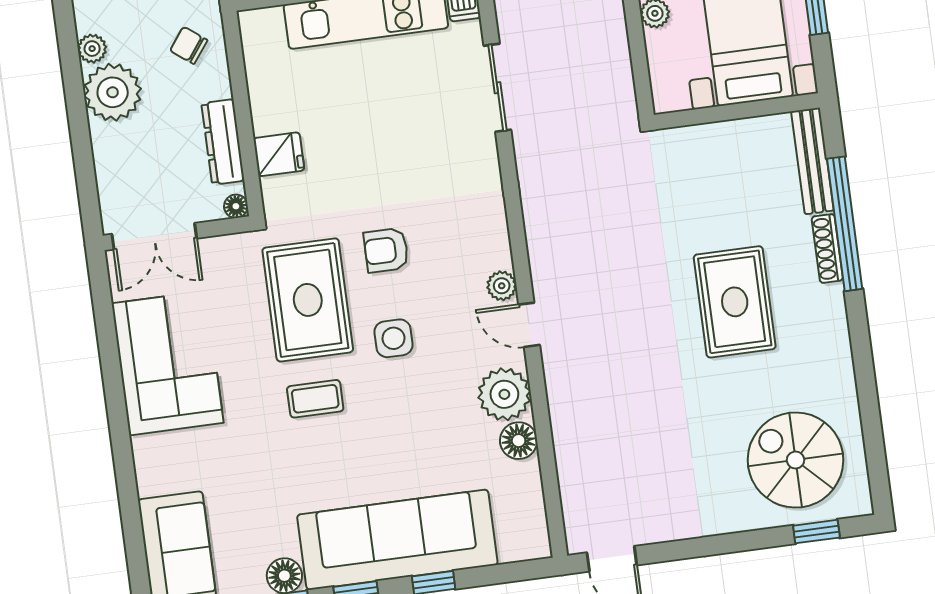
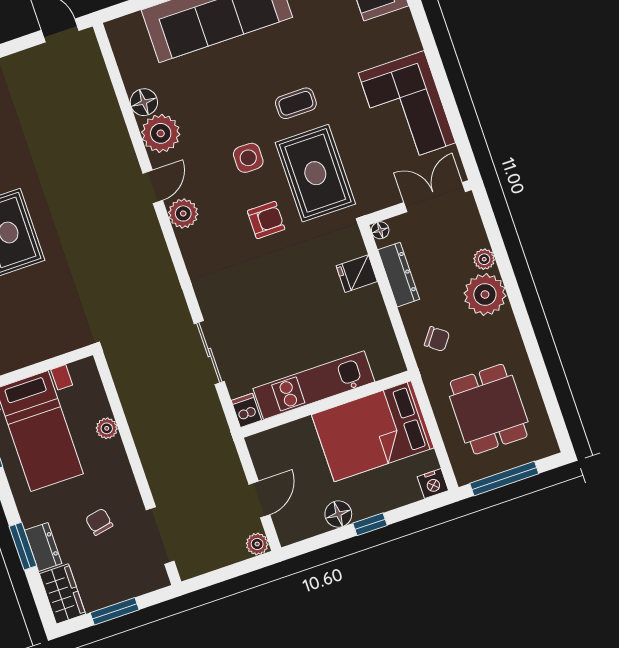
plant: (92, 49) -> (484, 259), moved
plant: (502, 286) -> (183, 213), width x1.38, depth x1.38
door: (529, 325) -> (153, 187), hinge flipped

